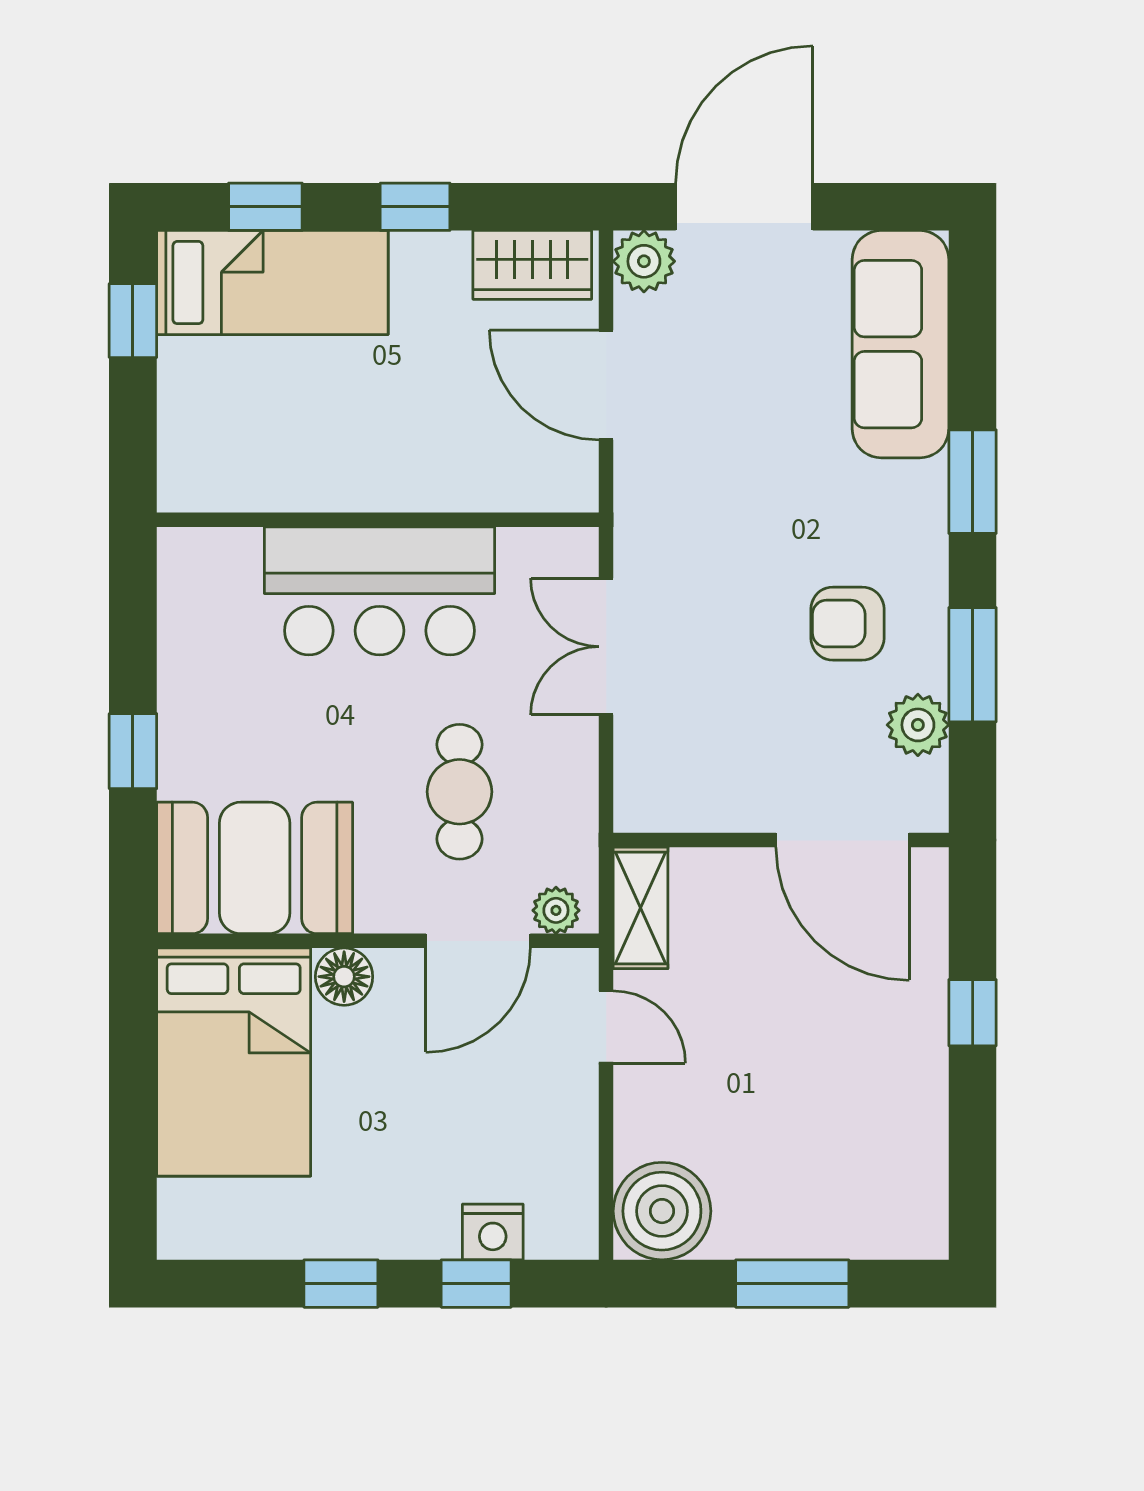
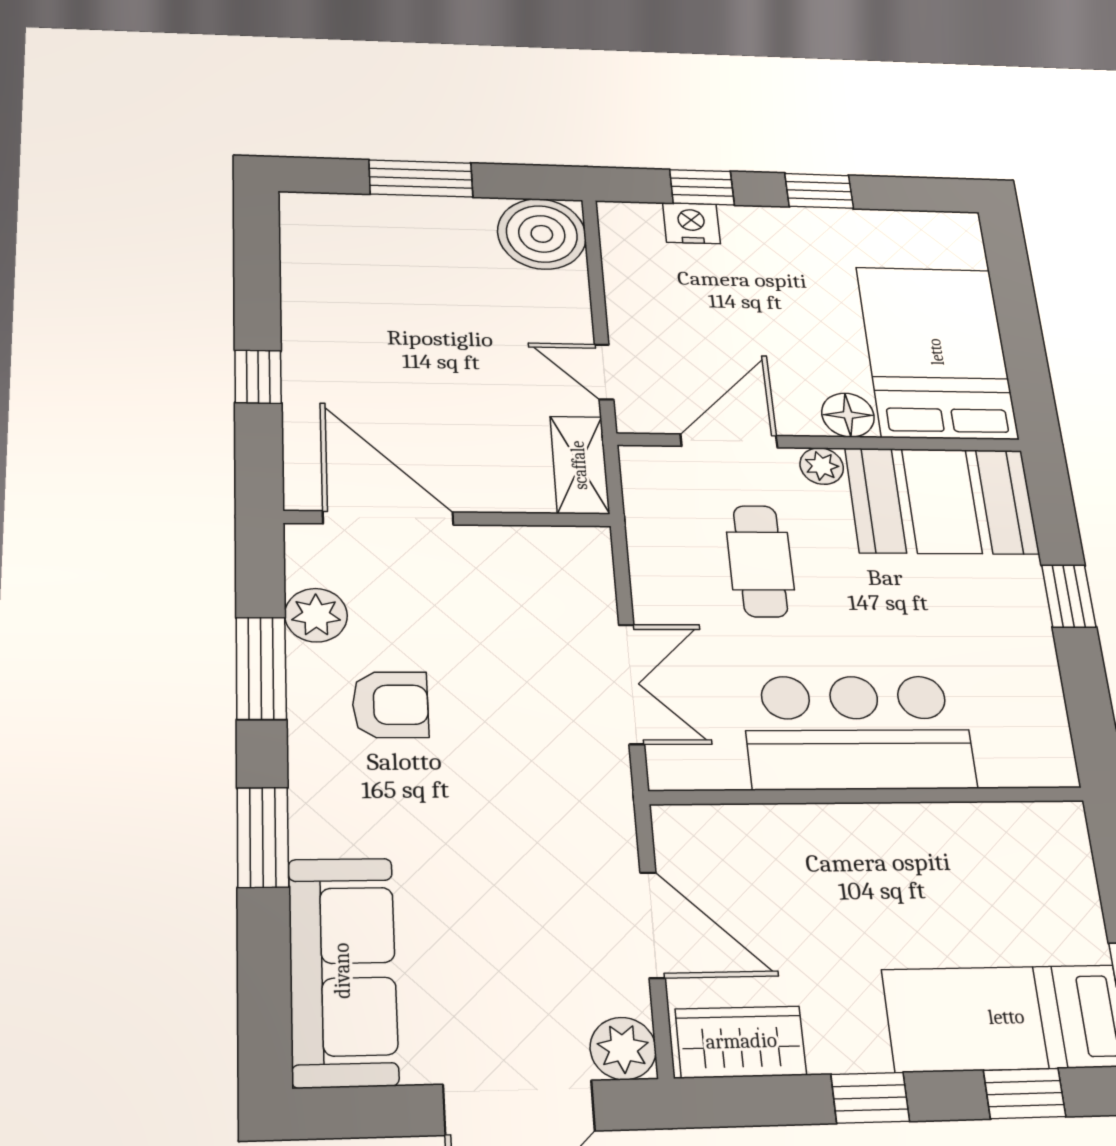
plant: (556, 910) -> (822, 466), moved

